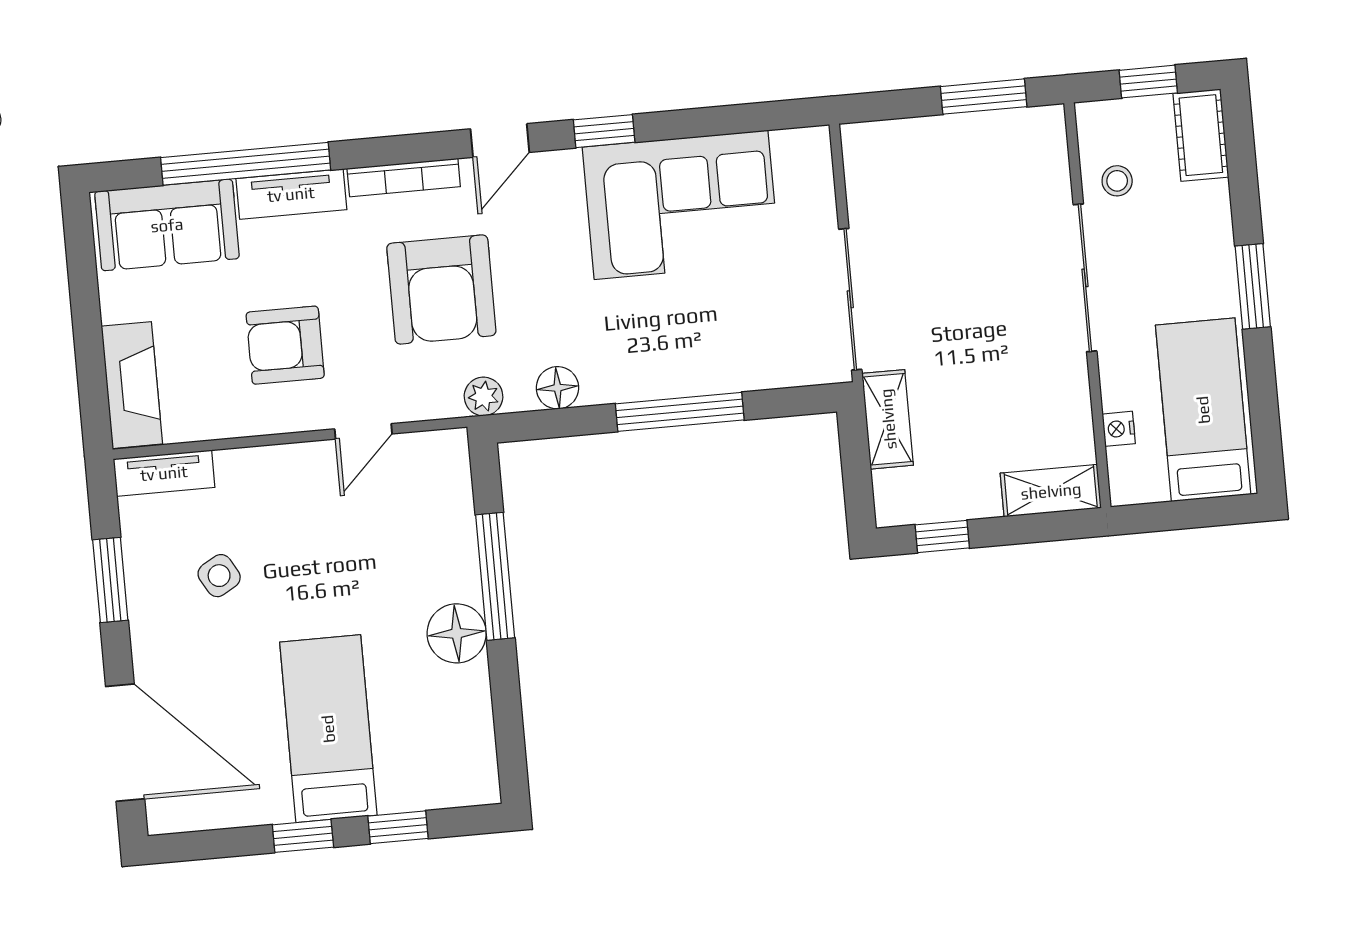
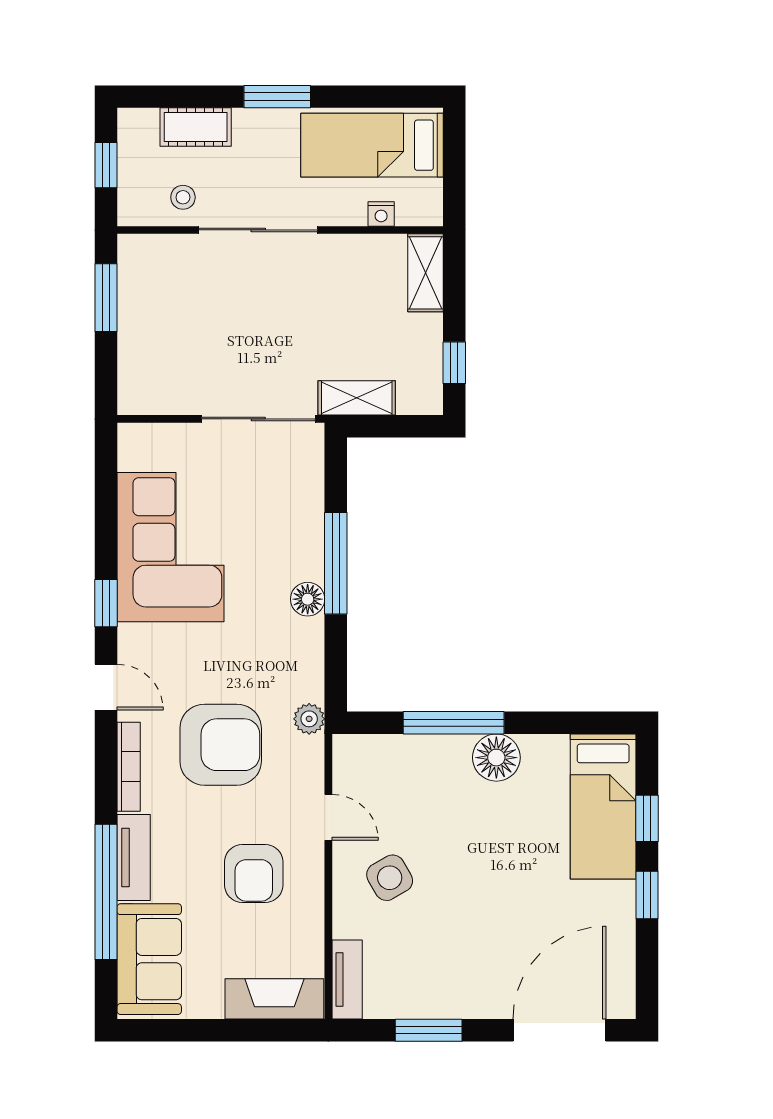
cot: (1201, 135) -> (196, 127), moved
floor lamp: (557, 388) -> (308, 599), moved
side table: (219, 576) -> (390, 878), moved, width x1.37, depth x1.37
bed: (328, 729) -> (603, 806), moved, turned -90

